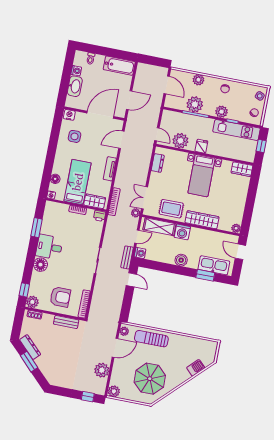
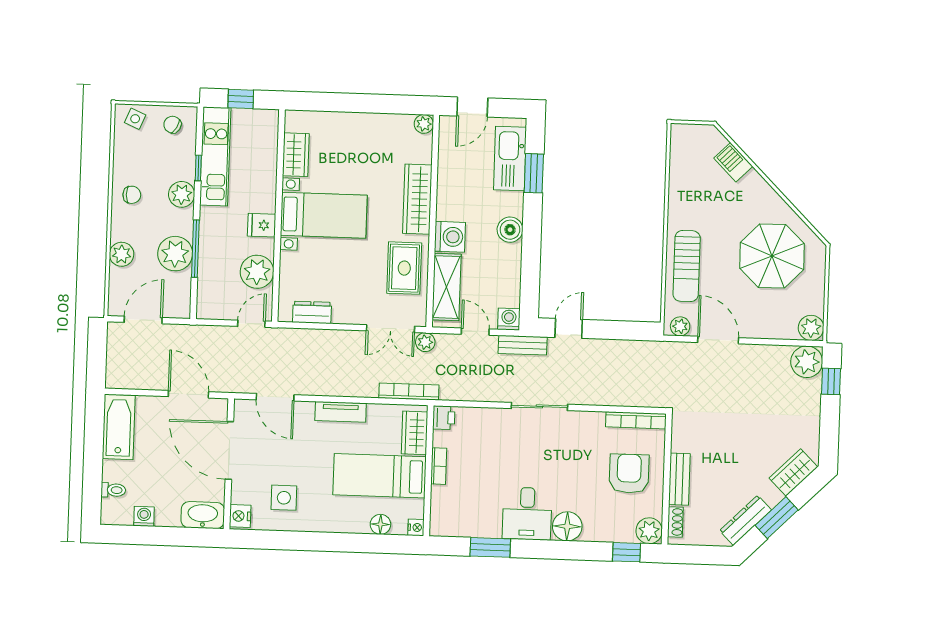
washbasin: (75, 86) -> (203, 515), moved
wardrobe: (242, 169) -> (296, 155), moved
bench: (66, 322) -> (679, 479), moved
plant: (102, 370) -> (807, 362), moved
wardrobe: (49, 373) -> (793, 473), added

